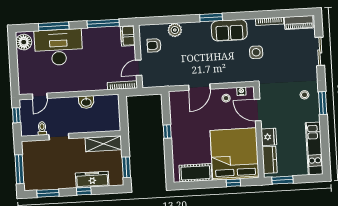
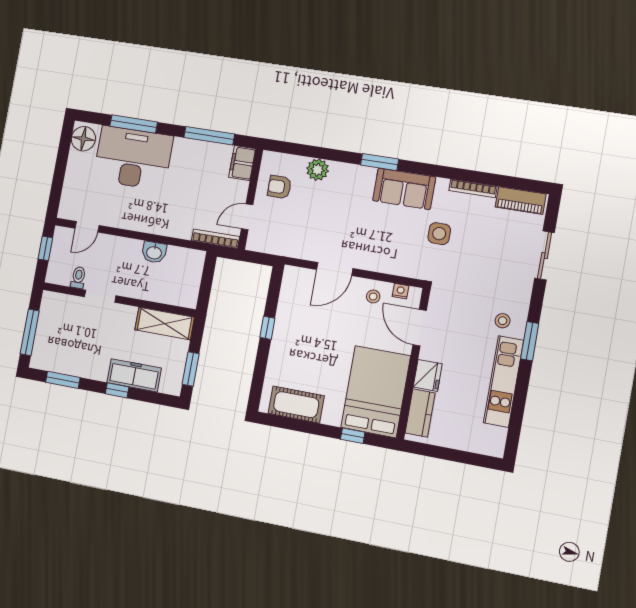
kitchen unit: (314, 148) -> (504, 381), moved
bed: (235, 154) -> (376, 392), width x0.73
window: (282, 180) -> (434, 451), removed

